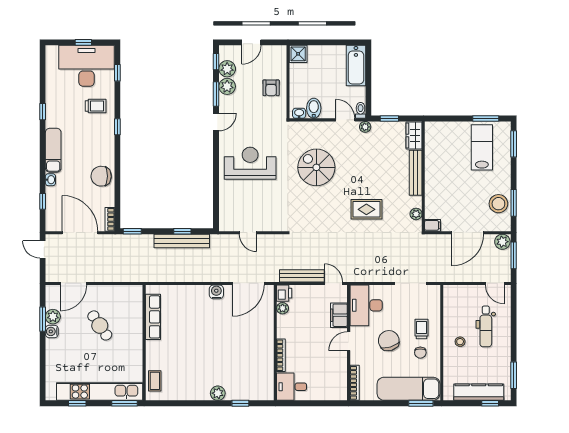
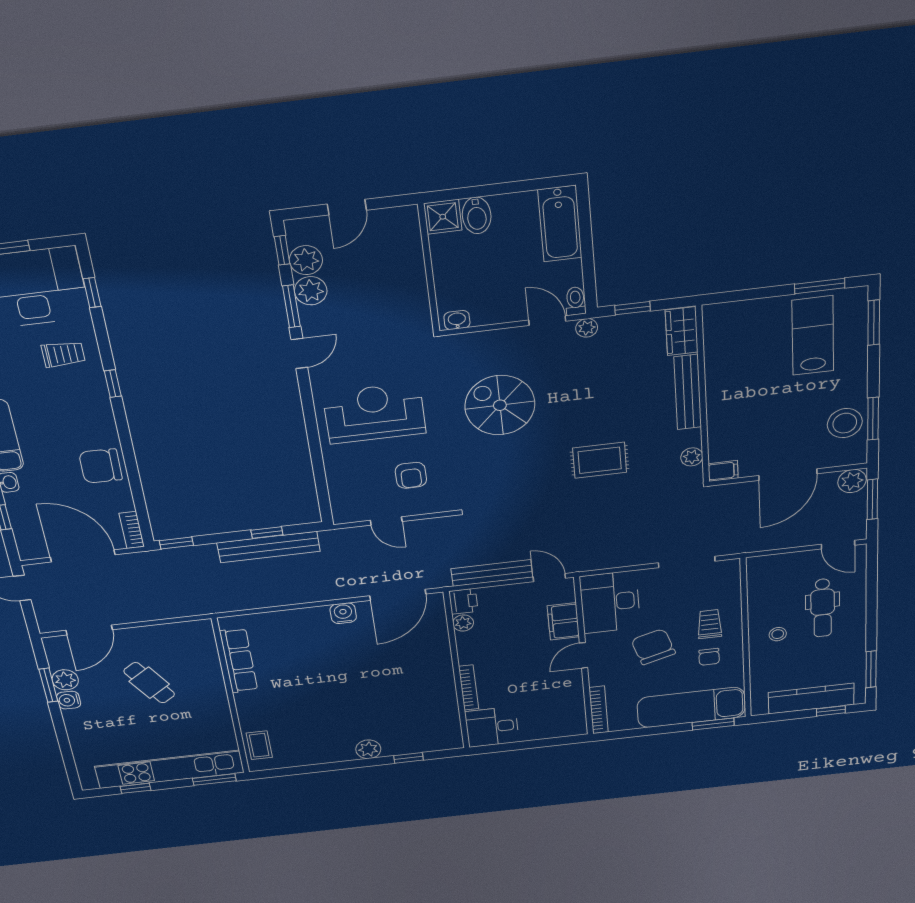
armchair: (271, 88) -> (411, 475), moved
bidet: (314, 108) -> (477, 215), moved, turned 180

